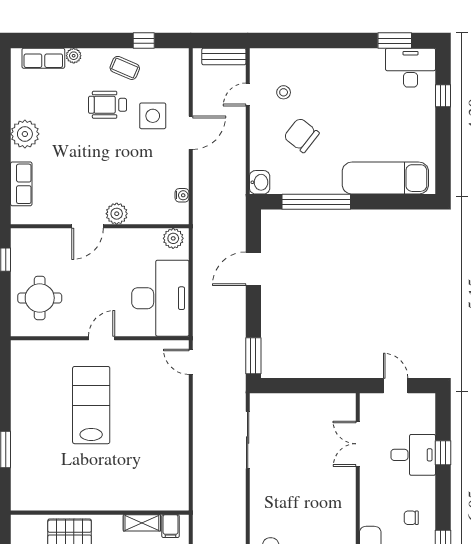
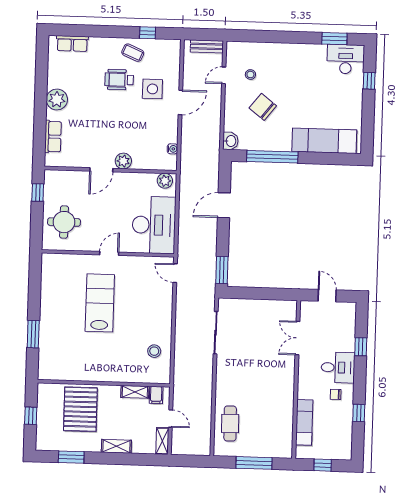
plant: (74, 56) -> (95, 42), removed
desk: (413, 455) -> (338, 367), moved
stool: (166, 467) -> (154, 351), added

